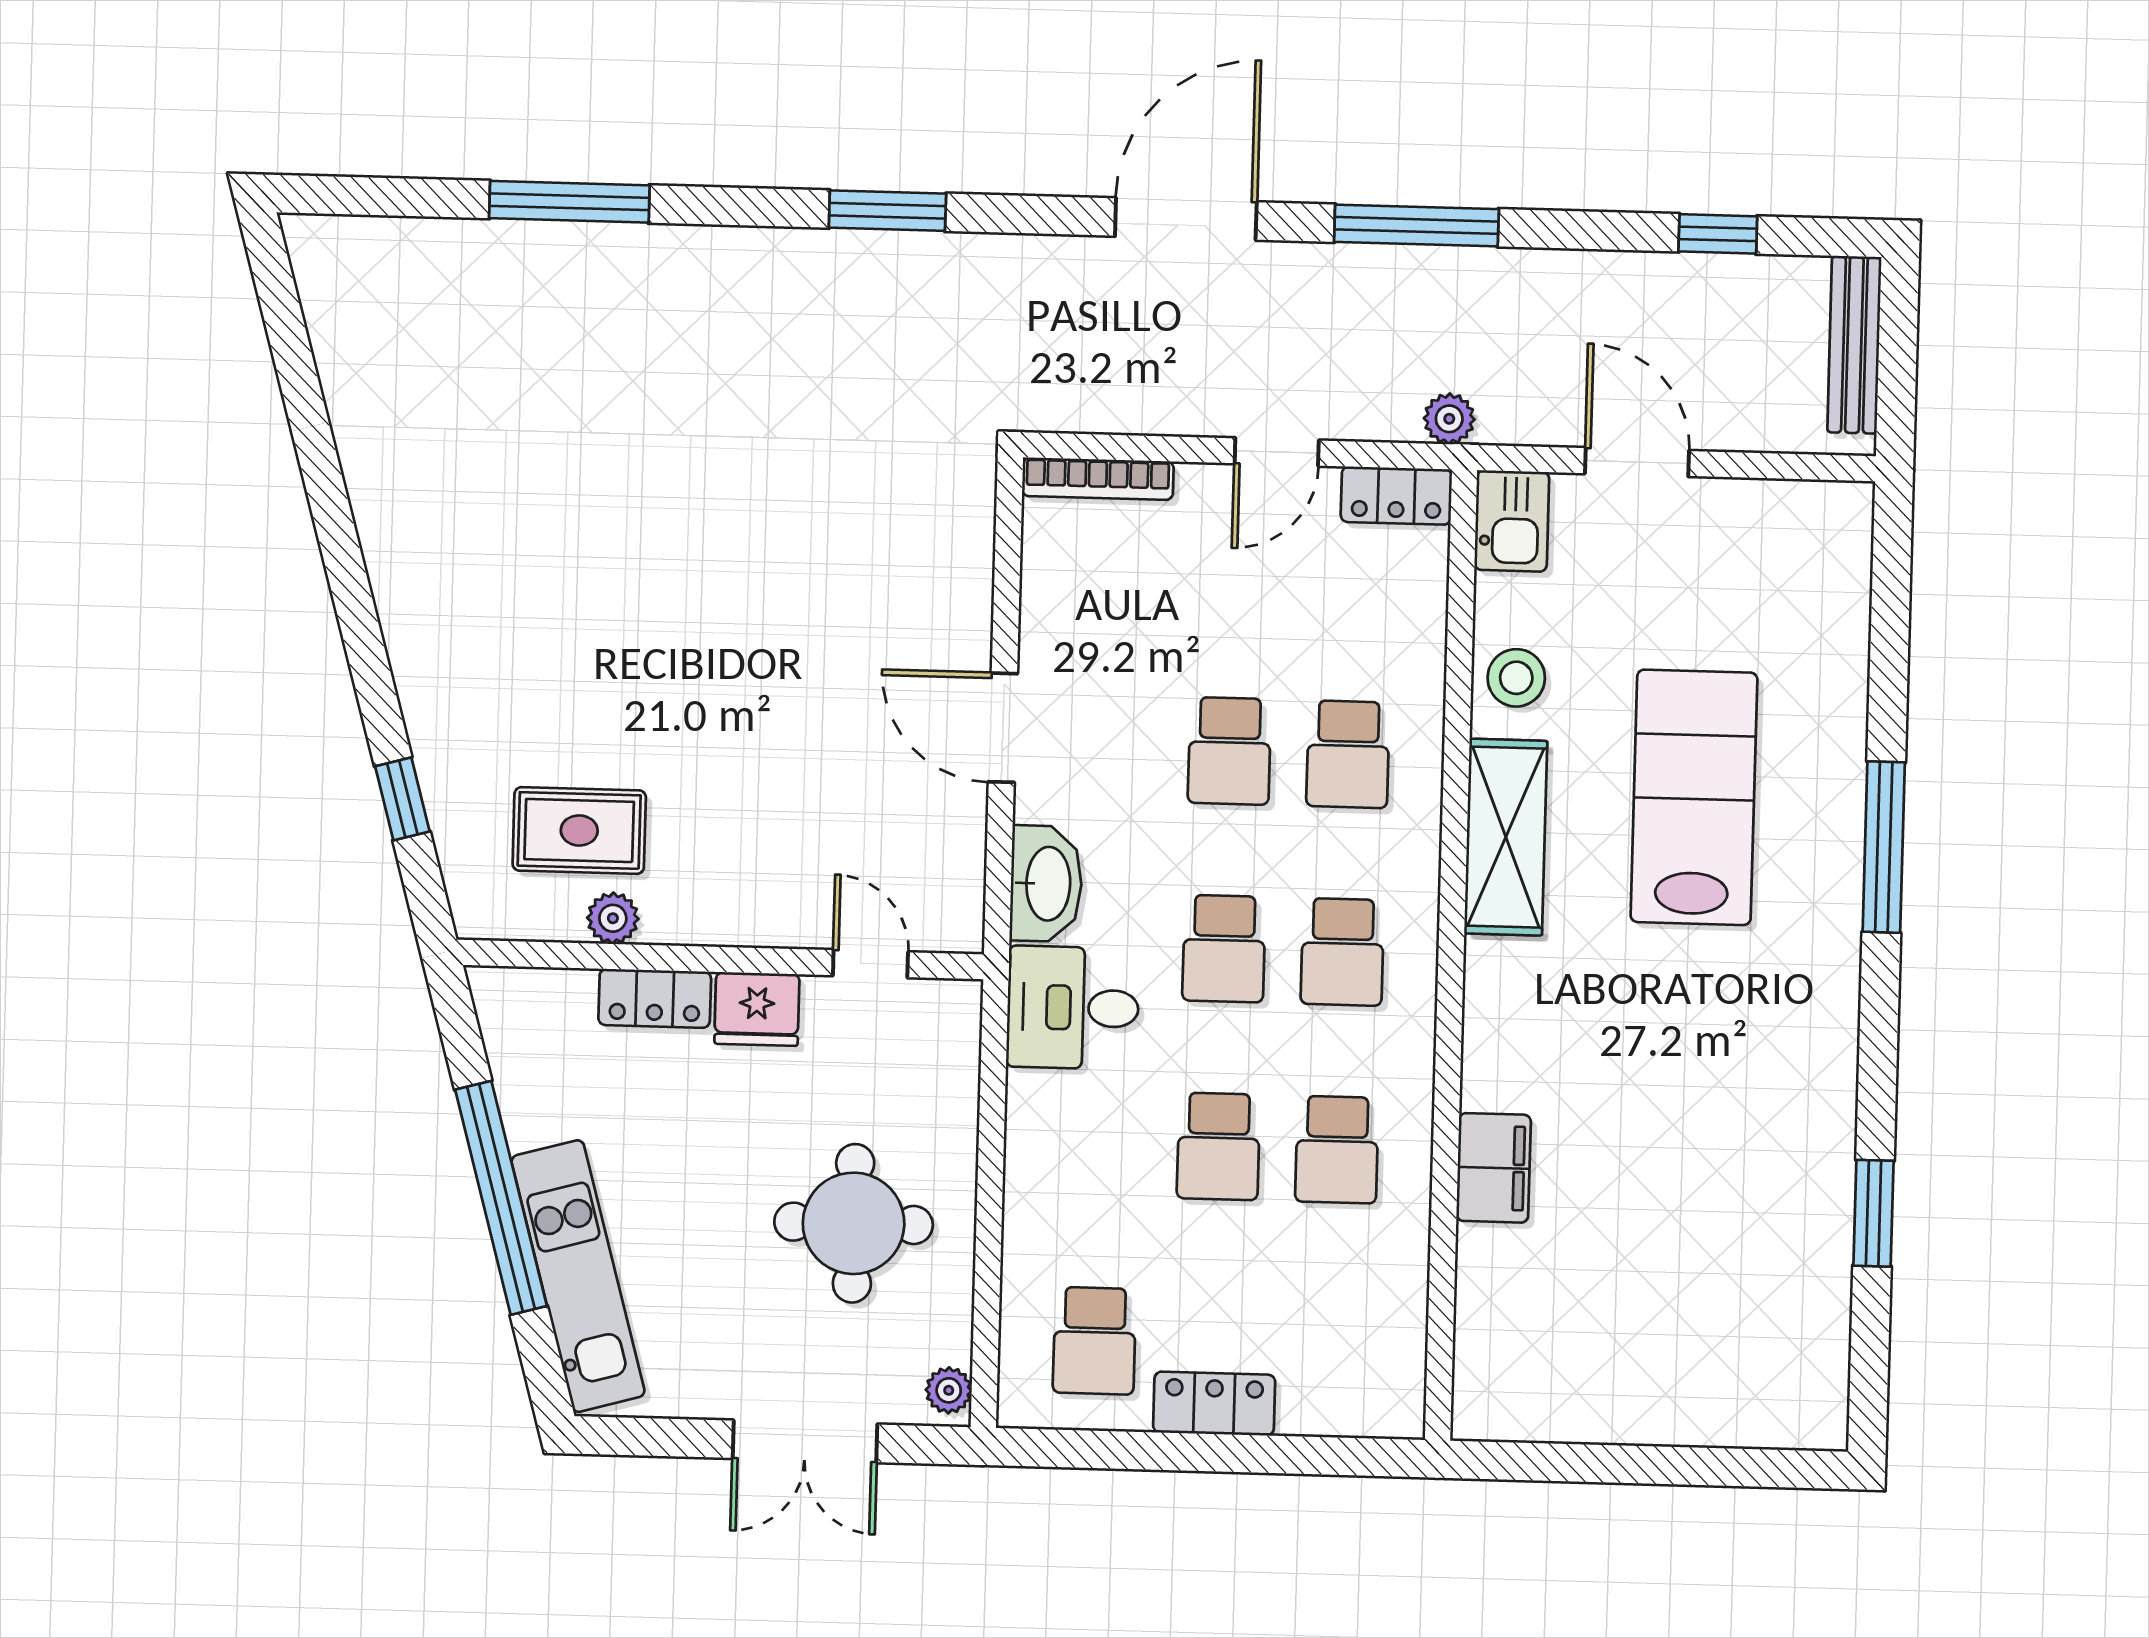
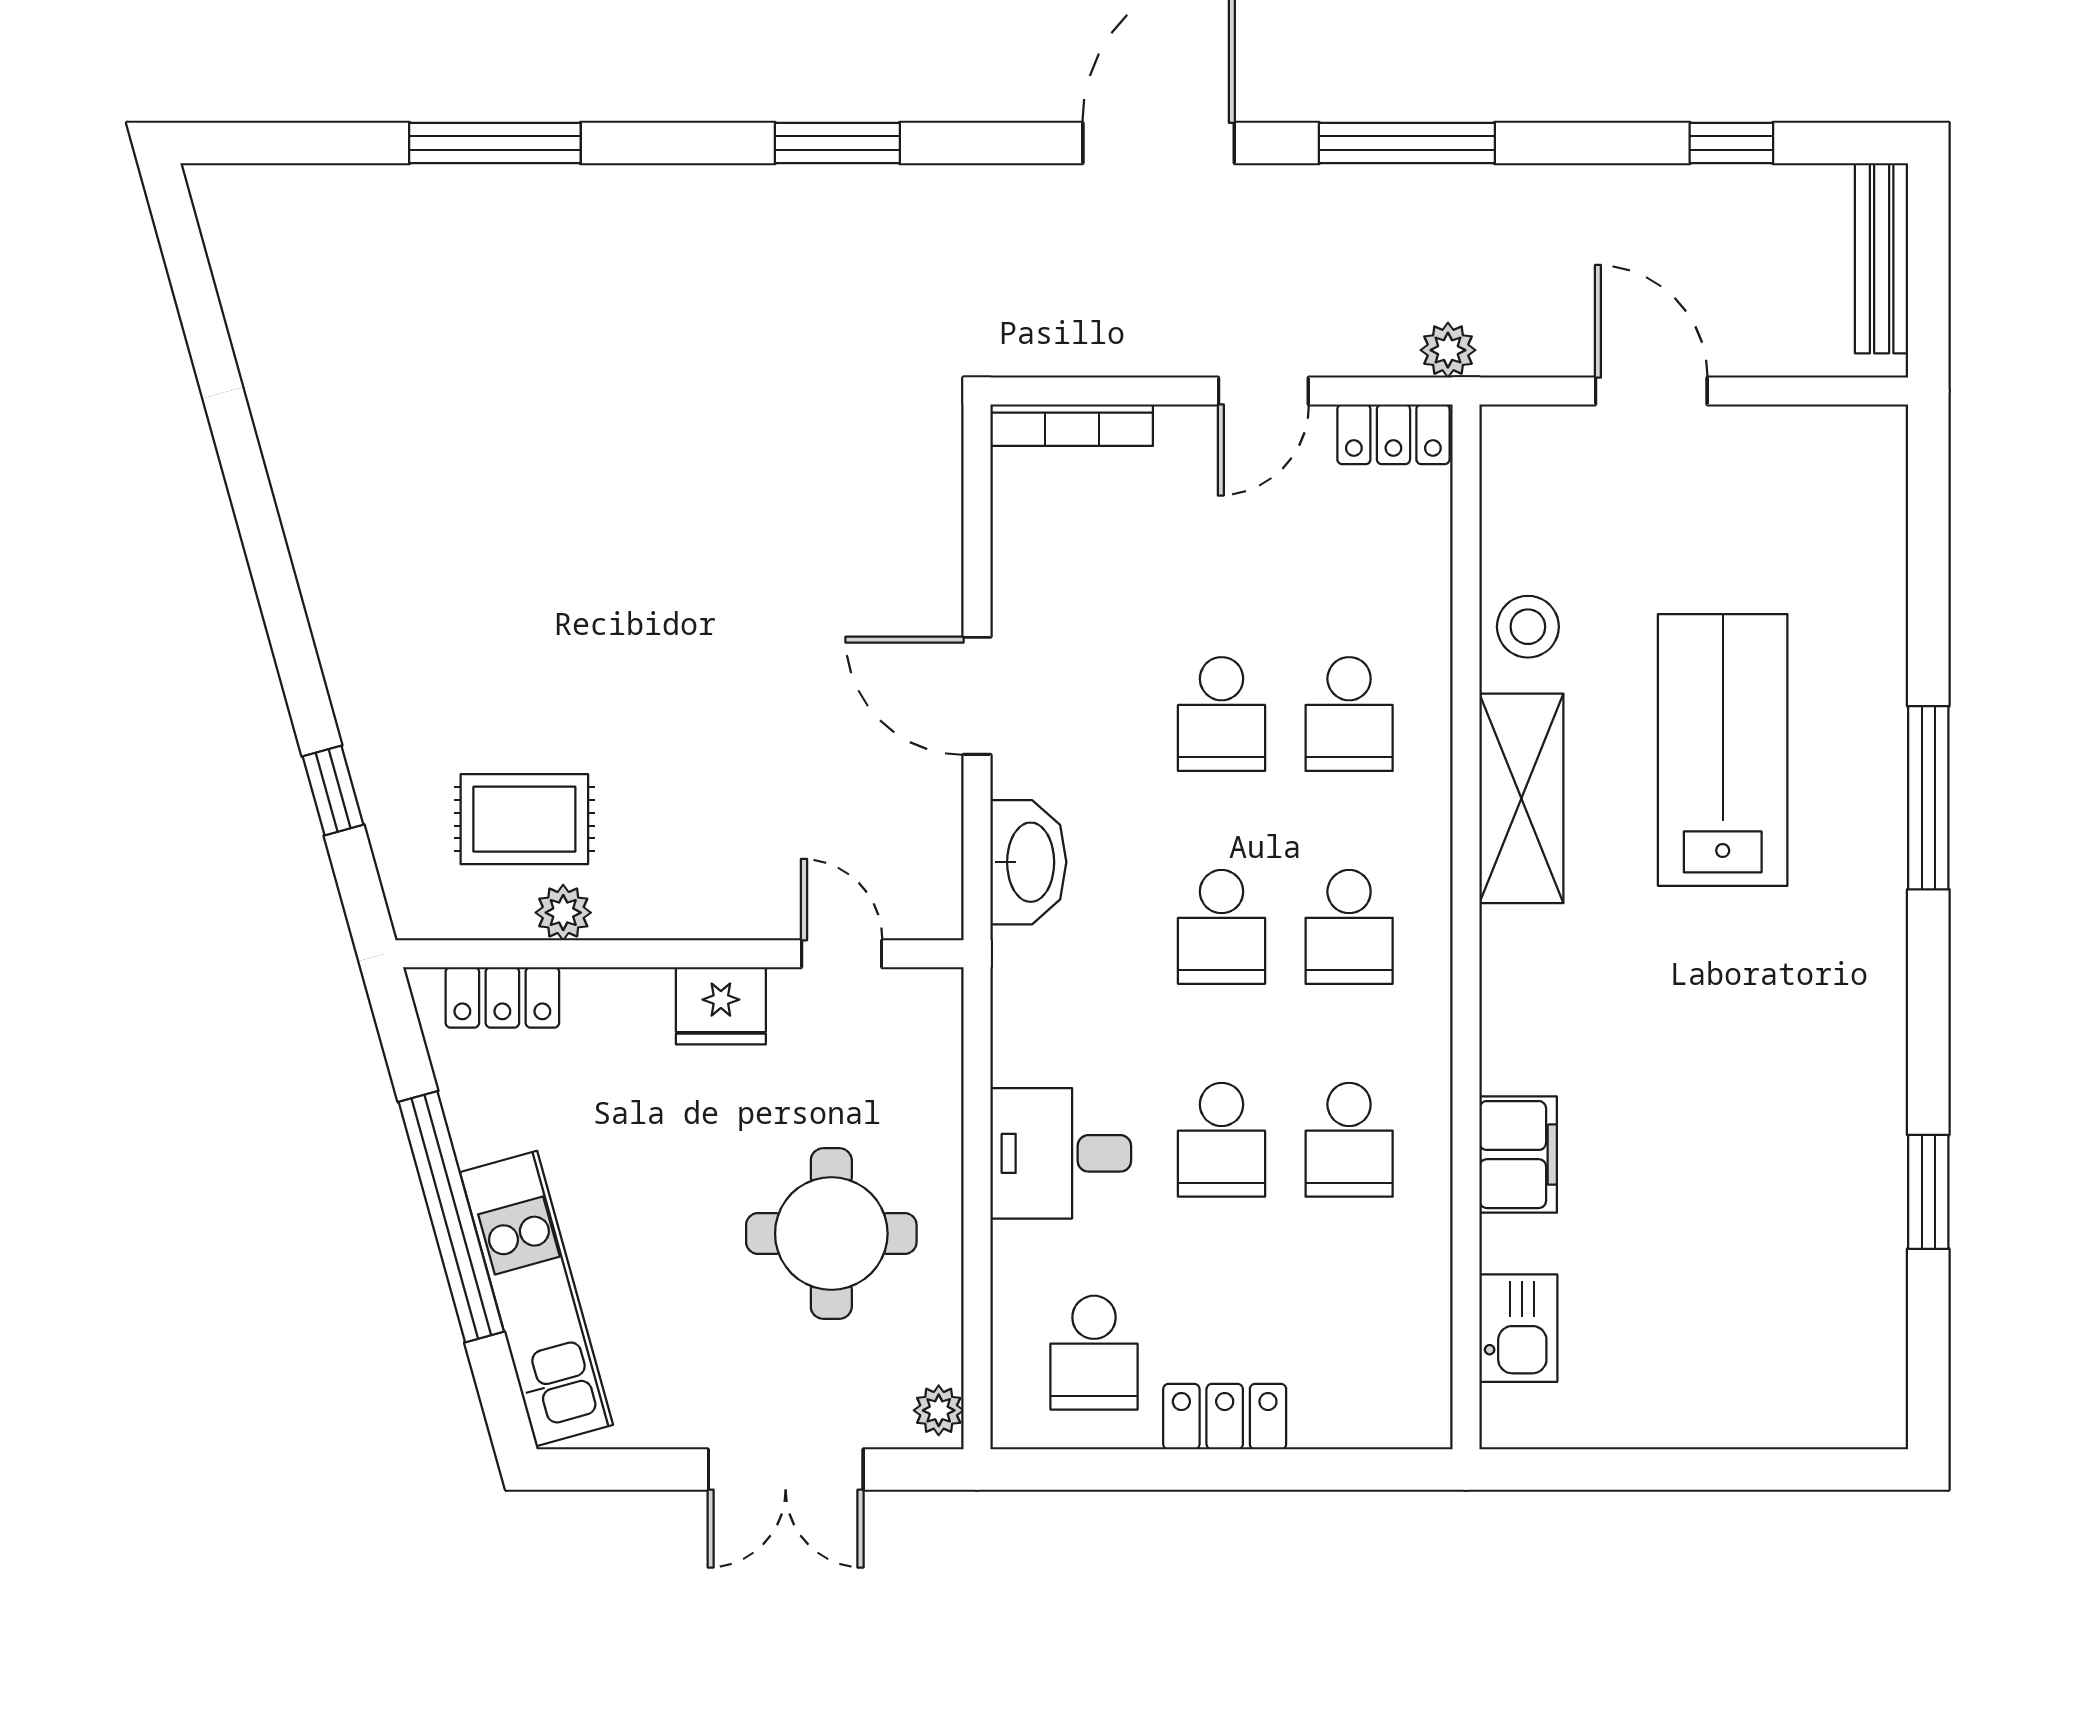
kitchen sink: (1512, 521) -> (1518, 1328), moved
locker: (655, 998) -> (502, 997), moved
desk: (1073, 1008) -> (1061, 1153), moved

